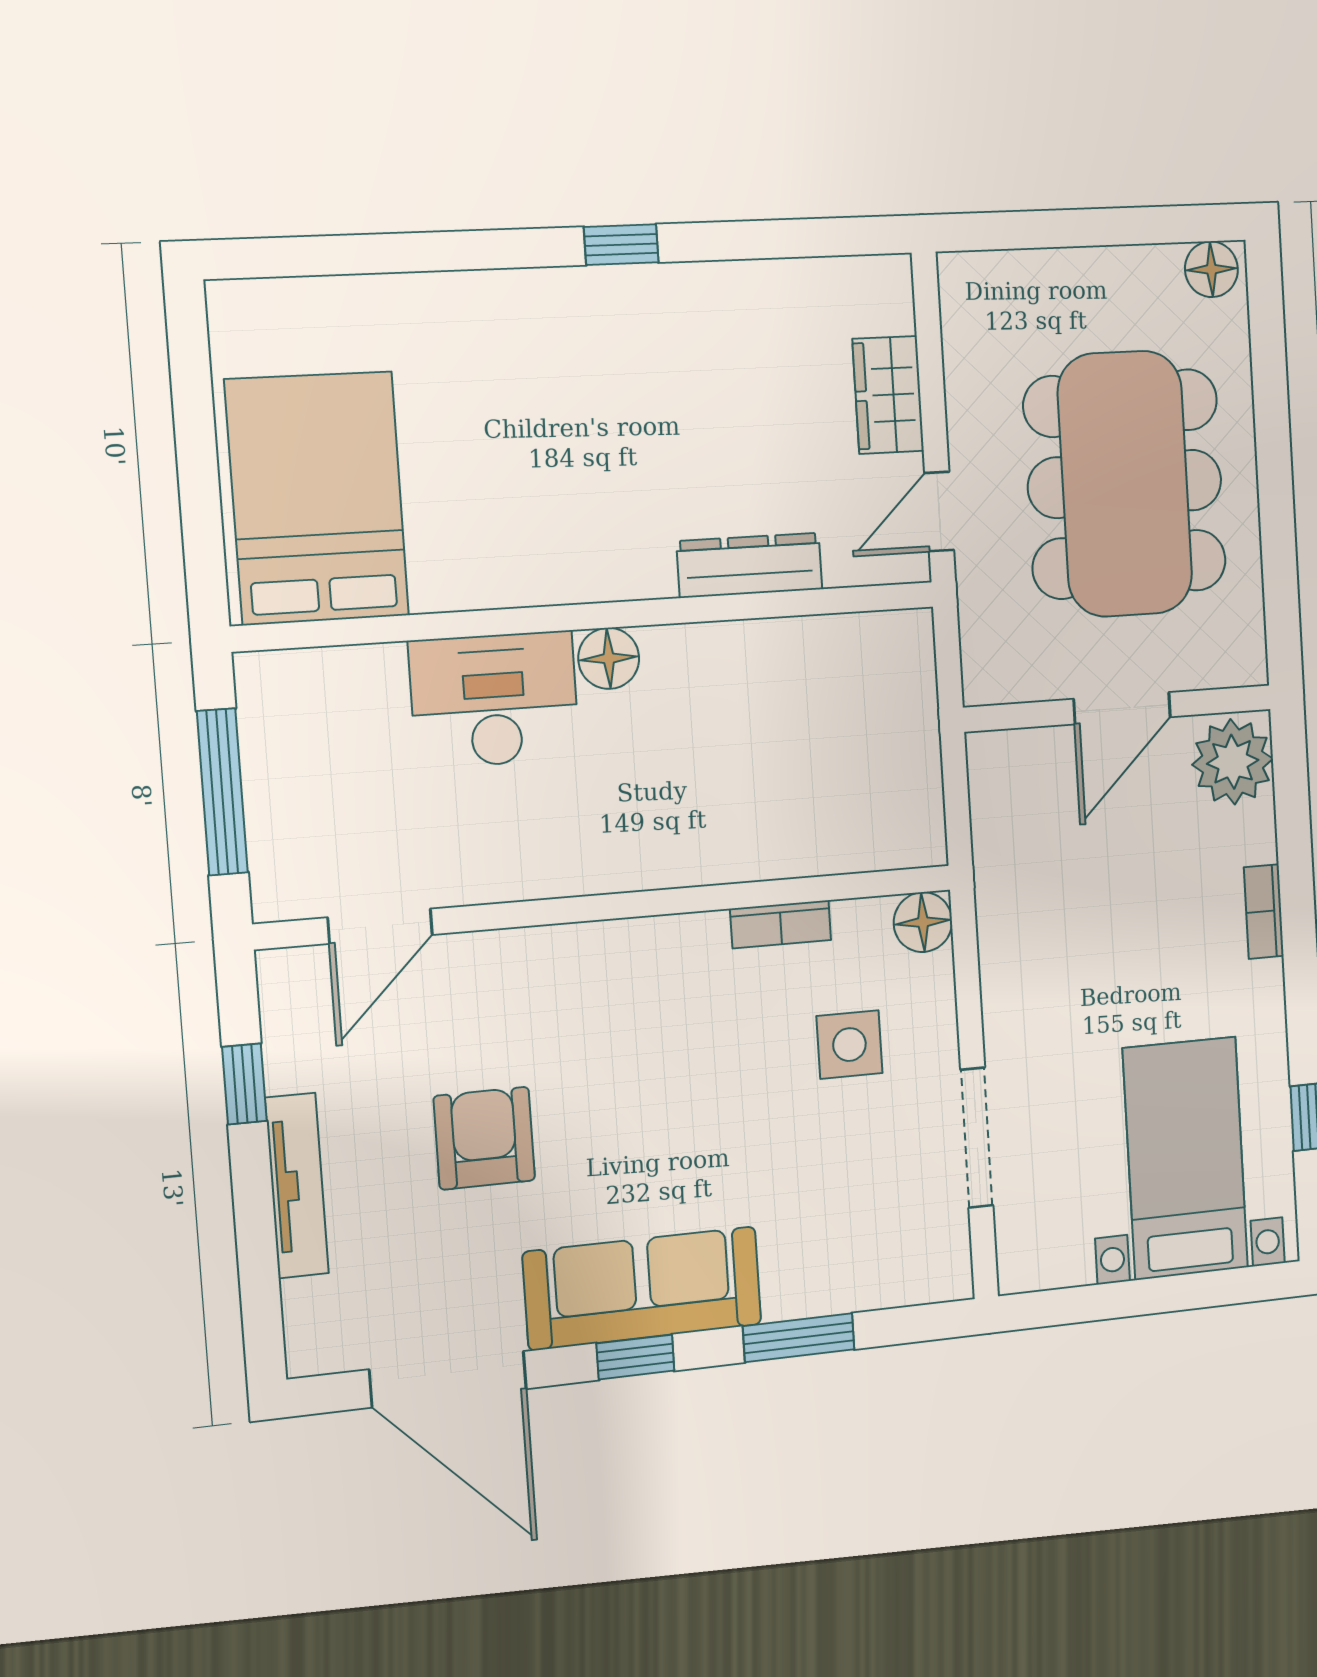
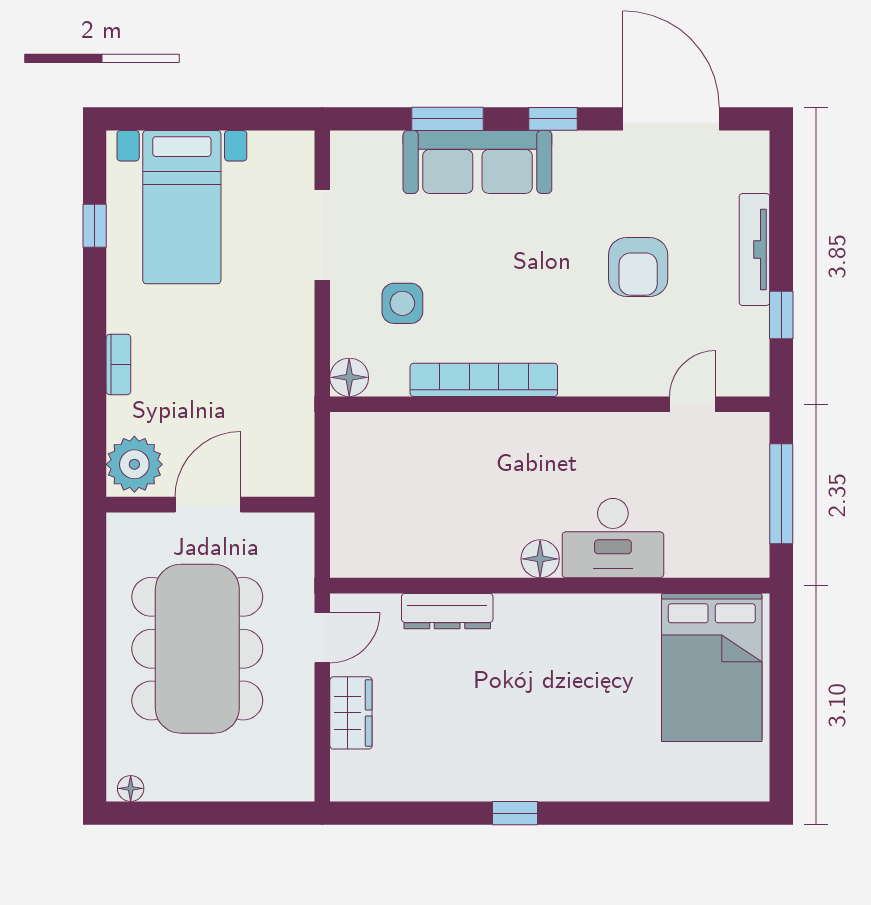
floor lamp: (1211, 269) -> (131, 788), width x0.73, depth x0.73
bookcase: (781, 924) -> (484, 380), width x2.31, depth x1.31
door: (380, 926) -> (693, 404), width x0.73
sofa: (643, 1288) -> (477, 162), moved

